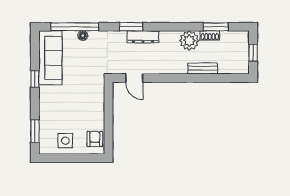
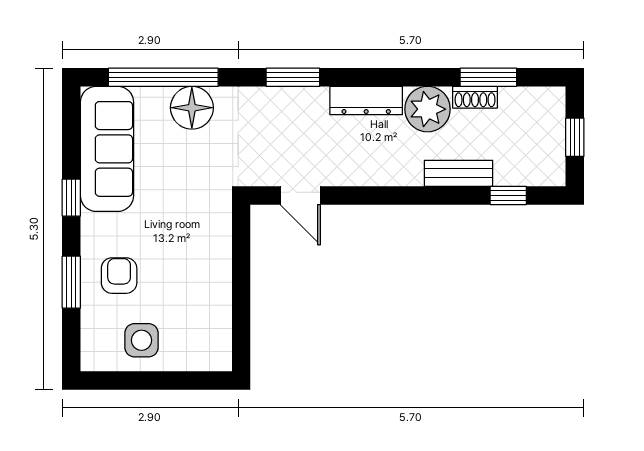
floor lamp: (83, 36) -> (192, 108), width x1.89, depth x1.89
dresser: (143, 37) -> (366, 100), moved
window: (224, 78) -> (508, 196), added
window: (35, 131) -> (71, 282), moved
armchair: (95, 139) -> (119, 276), moved

